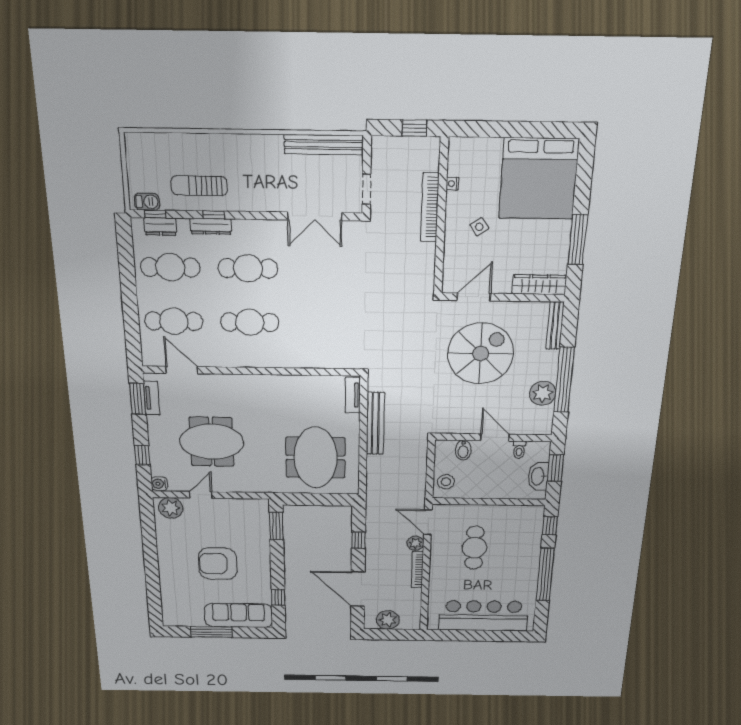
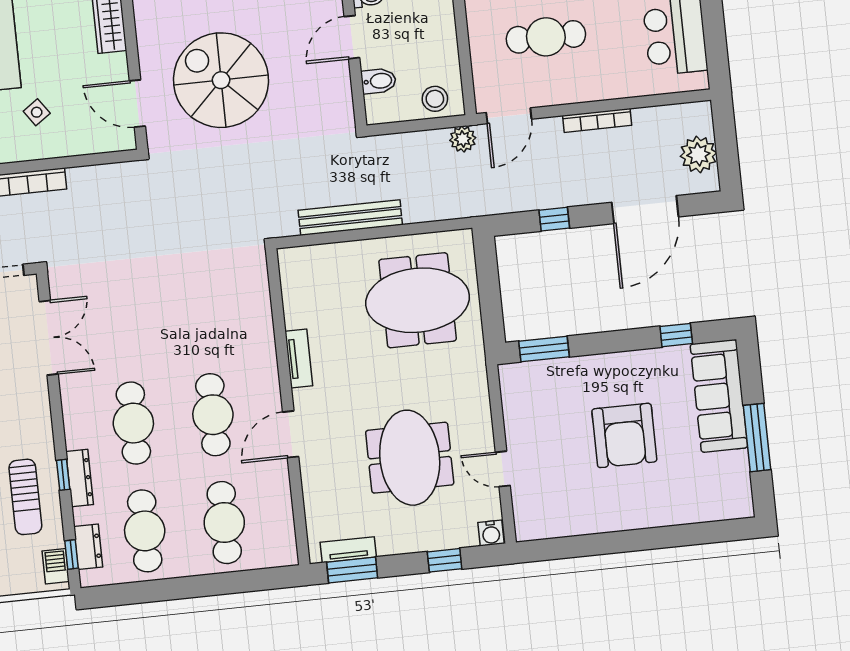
door: (182, 370) -> (291, 434), moved
tv unit: (353, 395) -> (299, 358), moved, turned -90
plant: (171, 508) -> (531, 514), removed
plant: (415, 543) -> (463, 139), moved

